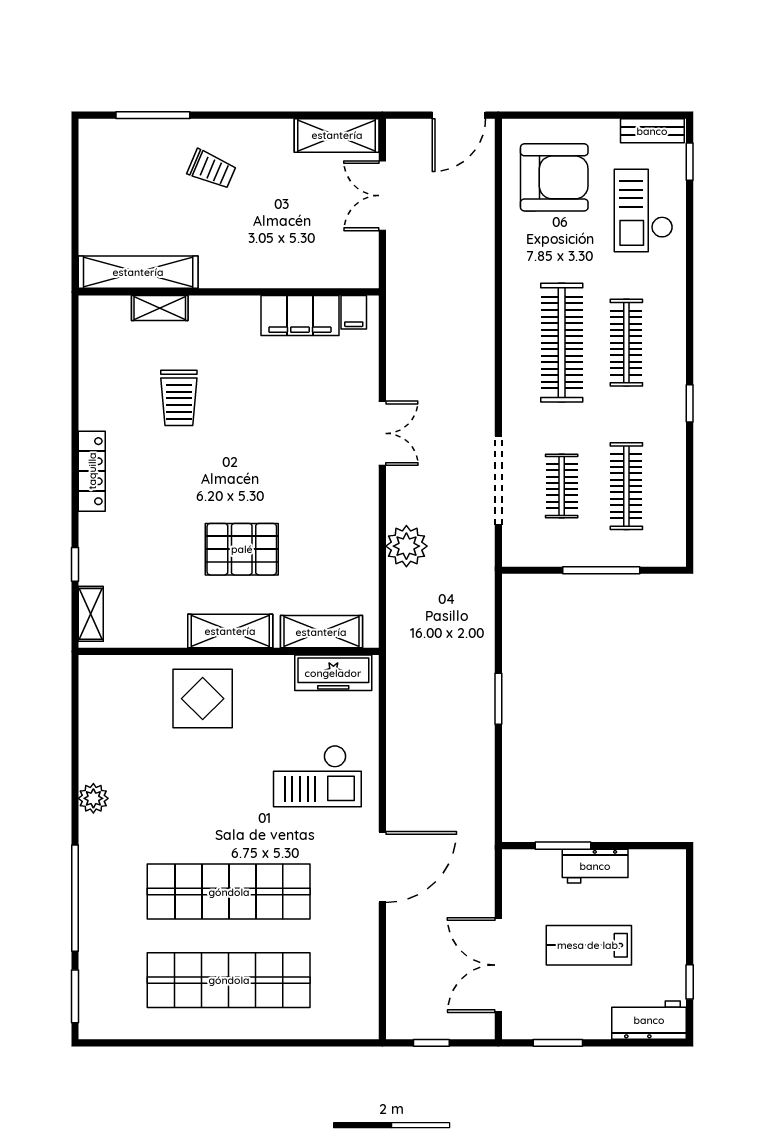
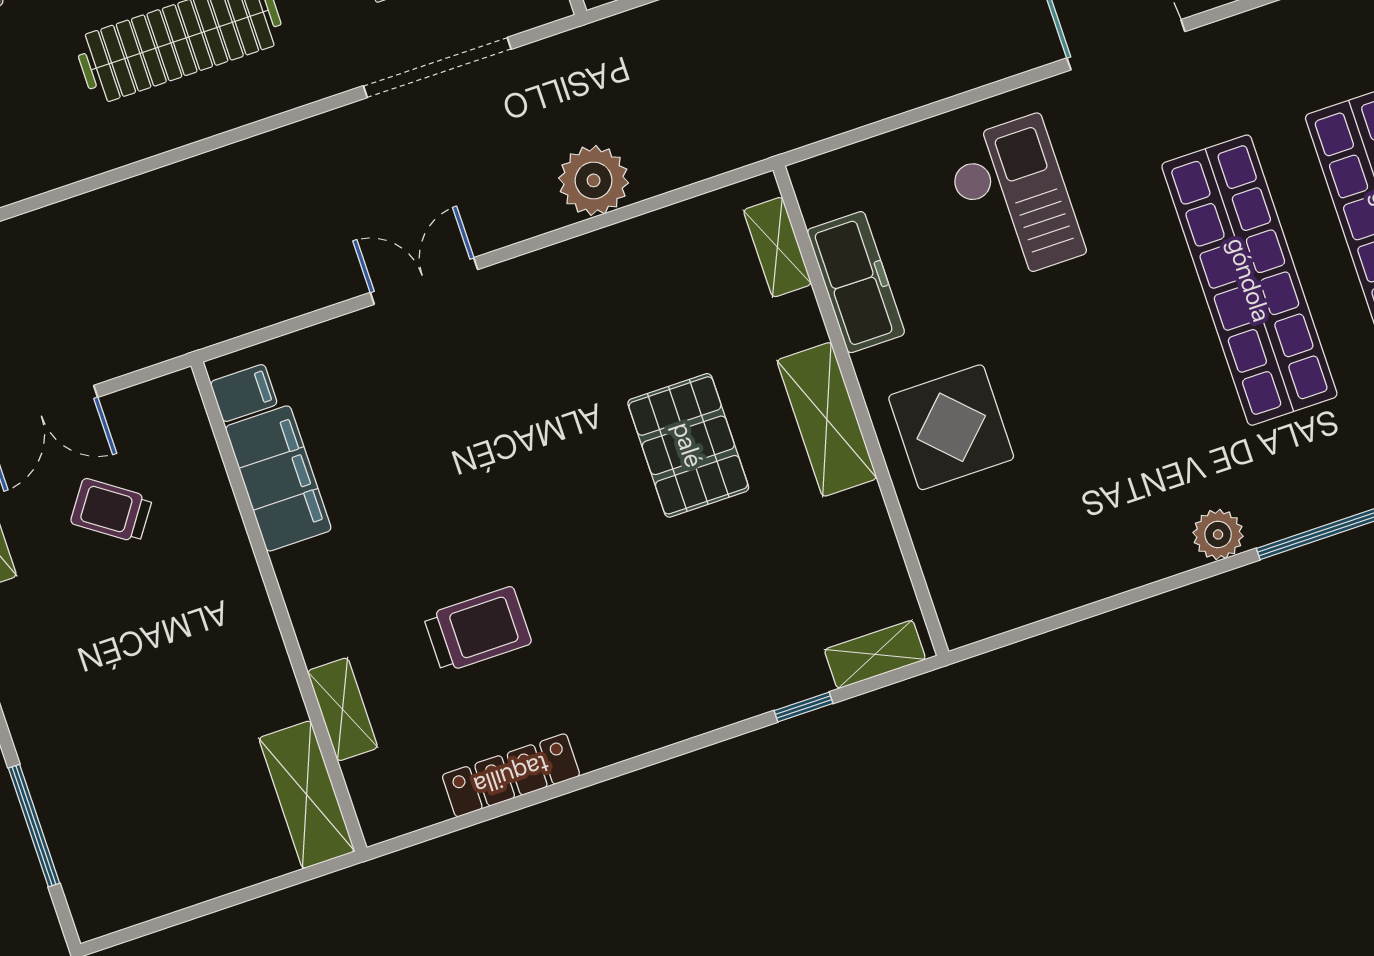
trolley: (212, 169) -> (111, 511), moved, turned -78
shelving: (138, 272) -> (307, 795), width x0.68
locker: (92, 471) -> (511, 775), moved
shelving: (321, 632) -> (777, 247), width x0.67, depth x0.75
freezer: (333, 673) -> (856, 282), moved
plant: (93, 798) -> (1218, 534), moved

